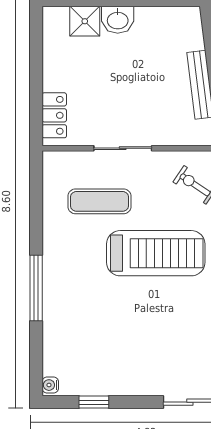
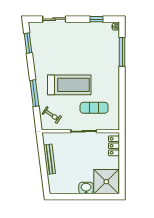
shower: (85, 21) -> (106, 182), width x1.86, depth x1.86
treadmill: (156, 253) -> (69, 85), turned 180
window: (36, 288) -> (122, 52), moved

